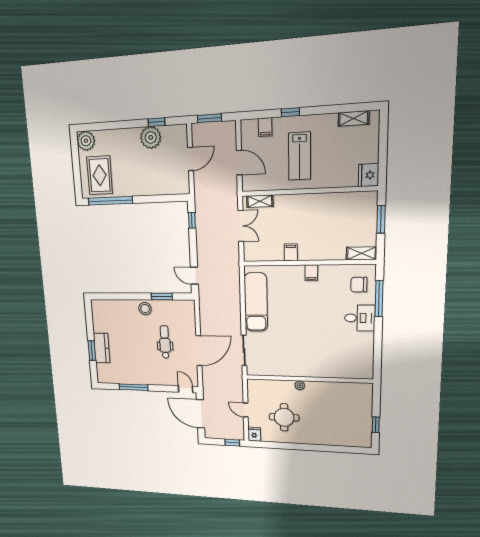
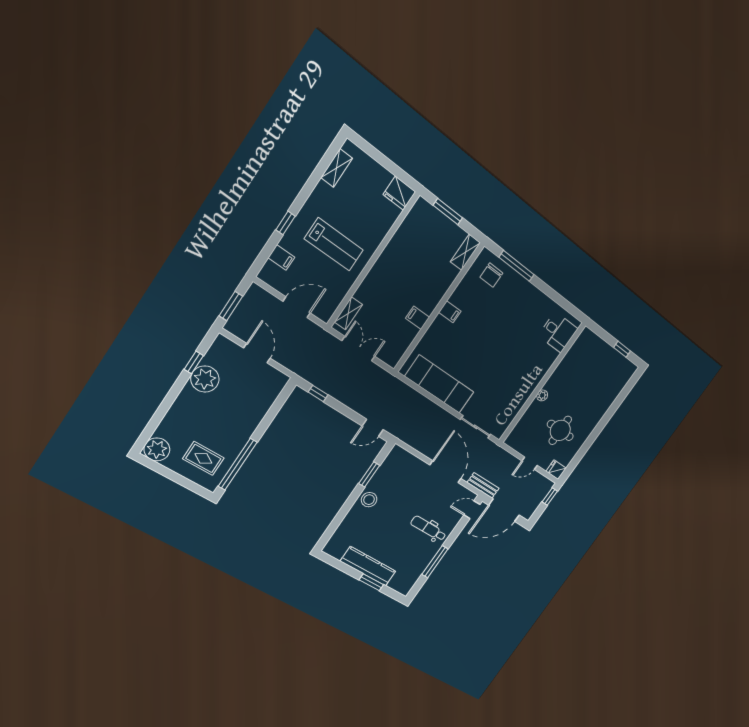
rug: (100, 175) -> (203, 458), width x0.73, depth x0.70
desk: (360, 318) -> (558, 332), moved, turned 90
dental chair: (165, 342) -> (428, 529), moved
kitchen counter: (102, 348) -> (368, 566), width x1.50
bench: (207, 386) -> (483, 485), added

